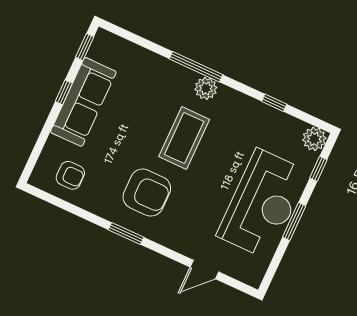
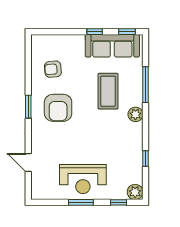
window: (196, 67) -> (146, 85), moved
sofa: (83, 102) -> (112, 46), moved
coffee table: (184, 138) -> (108, 91), moved, turned 90
armchair: (70, 175) -> (53, 69), moved, turned 85
reception desk: (263, 204) -> (83, 179), width x0.74, depth x0.77

